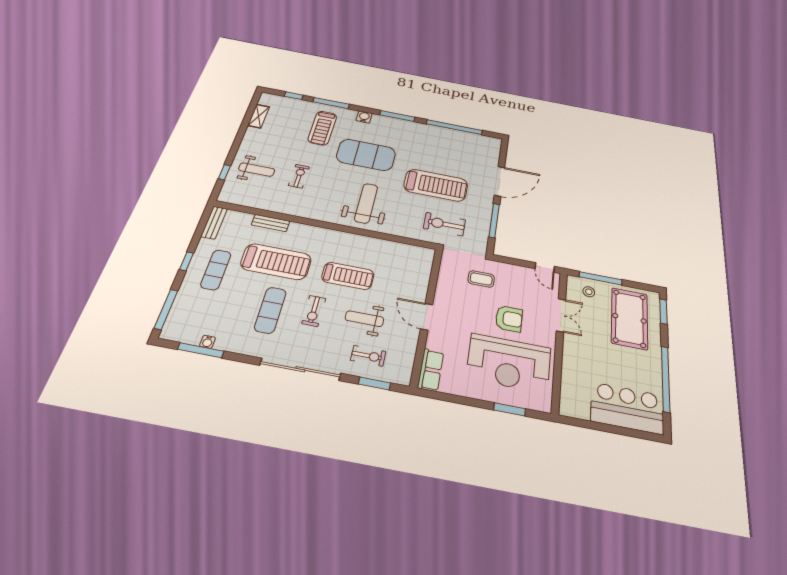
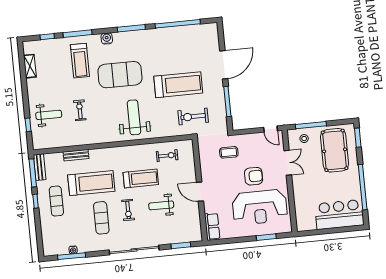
window: (166, 309) -> (33, 173), moved
exercise bike: (368, 356) -> (167, 156), moved

